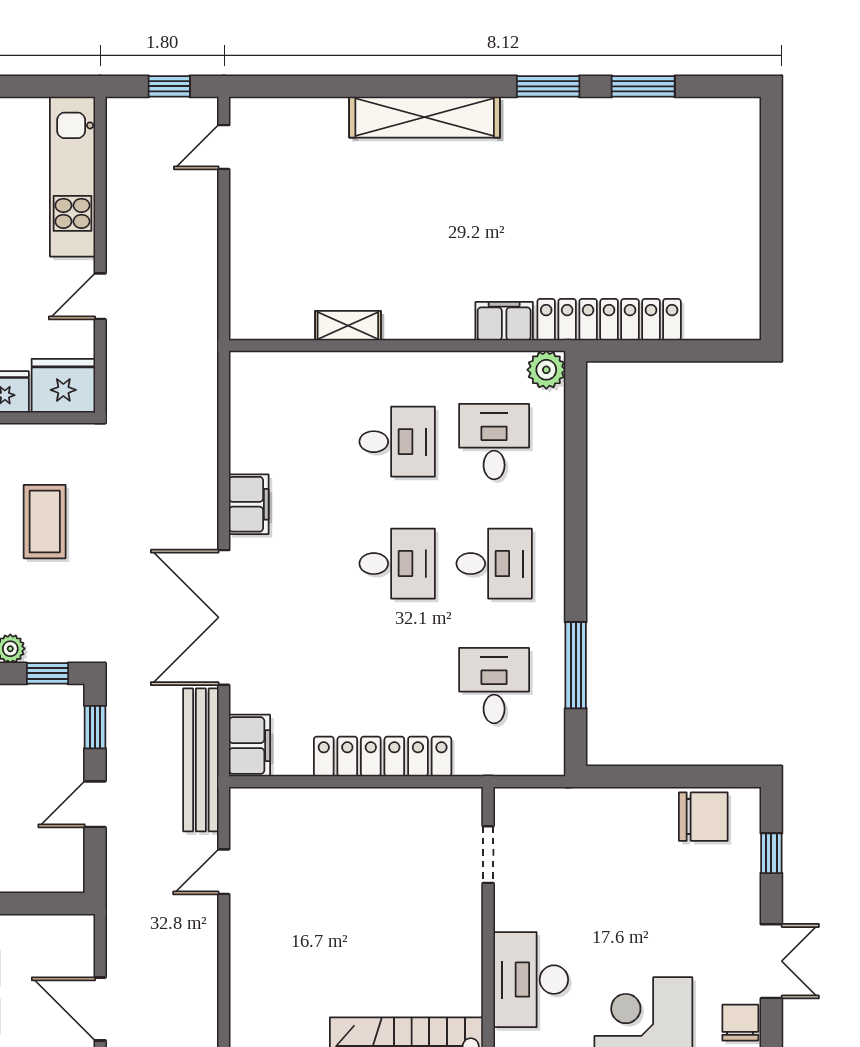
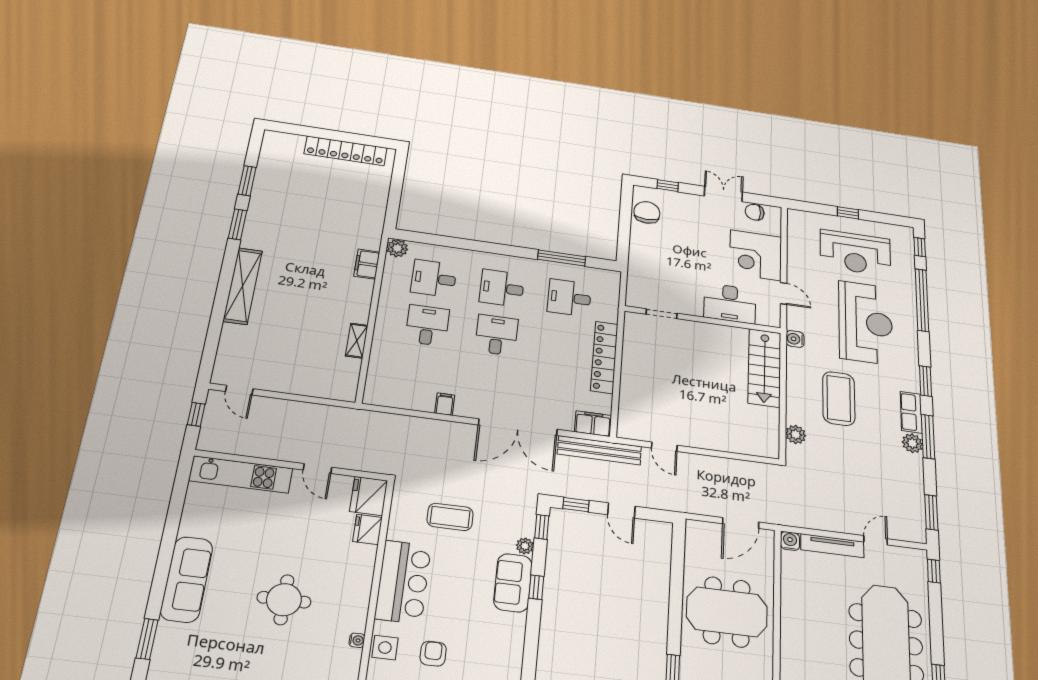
locker: (609, 320) -> (346, 151), moved, turned -90
filing cabinet: (249, 504) -> (445, 404), width x0.50
desk: (494, 564) -> (502, 288), turned -90

